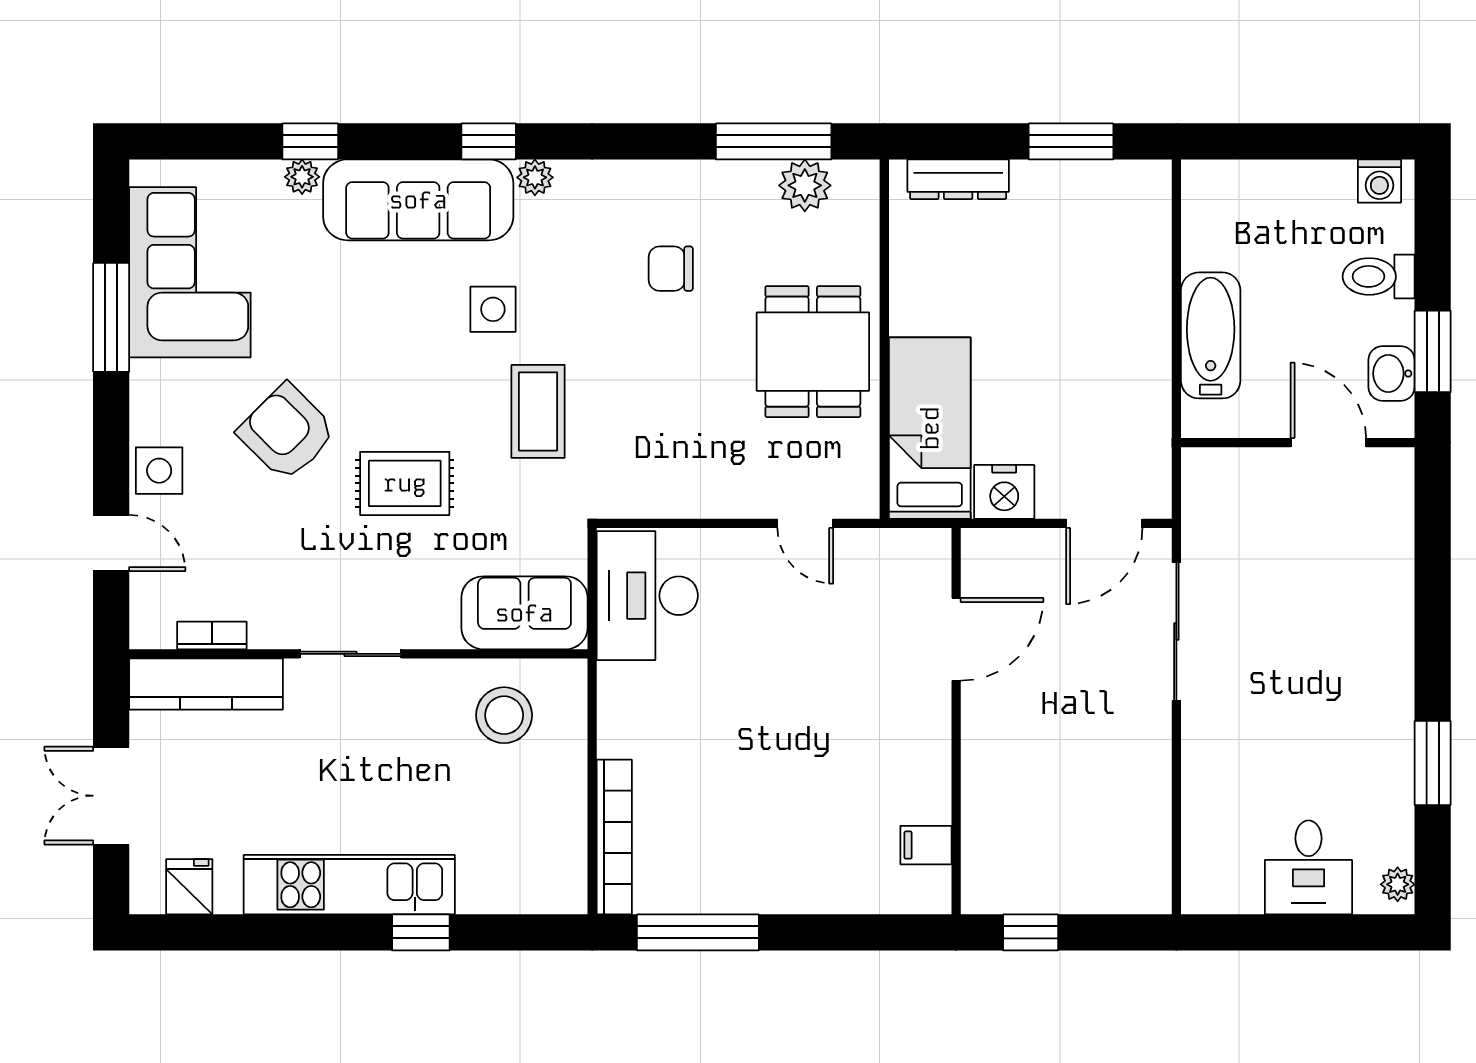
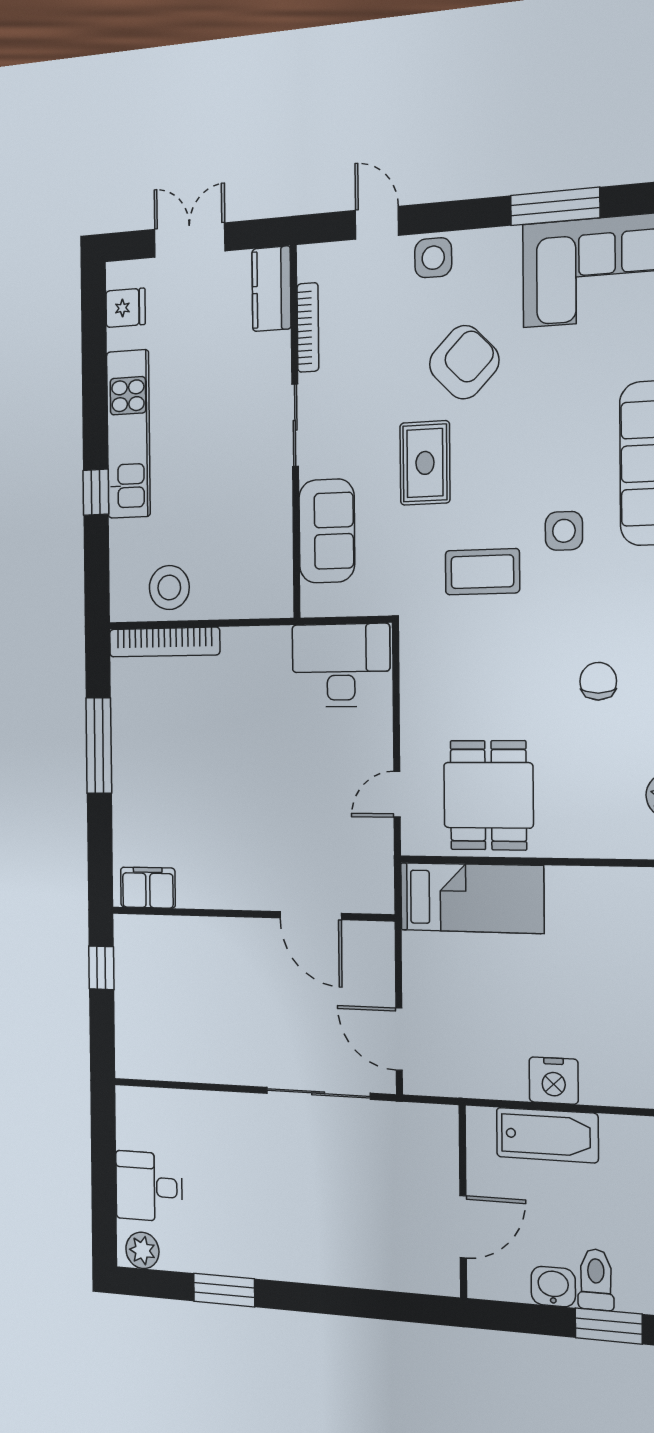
window: (1433, 351) -> (609, 1326), moved
dining table: (813, 352) -> (488, 795), moved, turned 90
washbasin: (1392, 373) -> (553, 1287), moved
nightstand: (1004, 492) -> (554, 1081), moved, turned -90
door: (111, 543) -> (377, 223), swing flipped
sofa: (524, 613) -> (327, 531), moved
bookcase: (212, 635) -> (308, 327), width x1.56
kitchen counter: (206, 684) -> (271, 289), width x0.67
stool: (504, 715) -> (169, 588), moved
filing cabinet: (926, 845) -> (148, 888), width x2.00
plant: (1398, 884) -> (142, 1250), width x1.38, depth x1.38
window: (698, 932) -> (99, 746), moved

